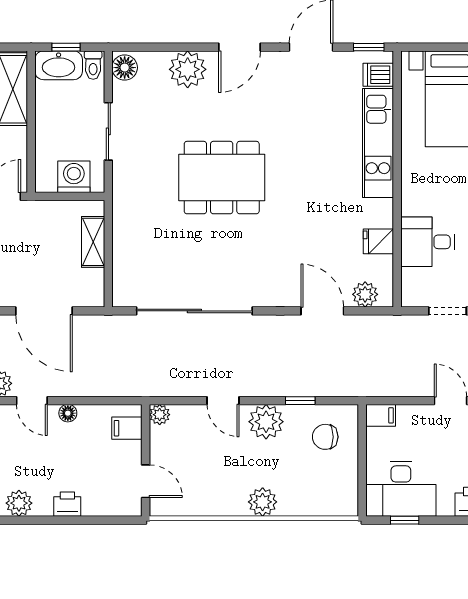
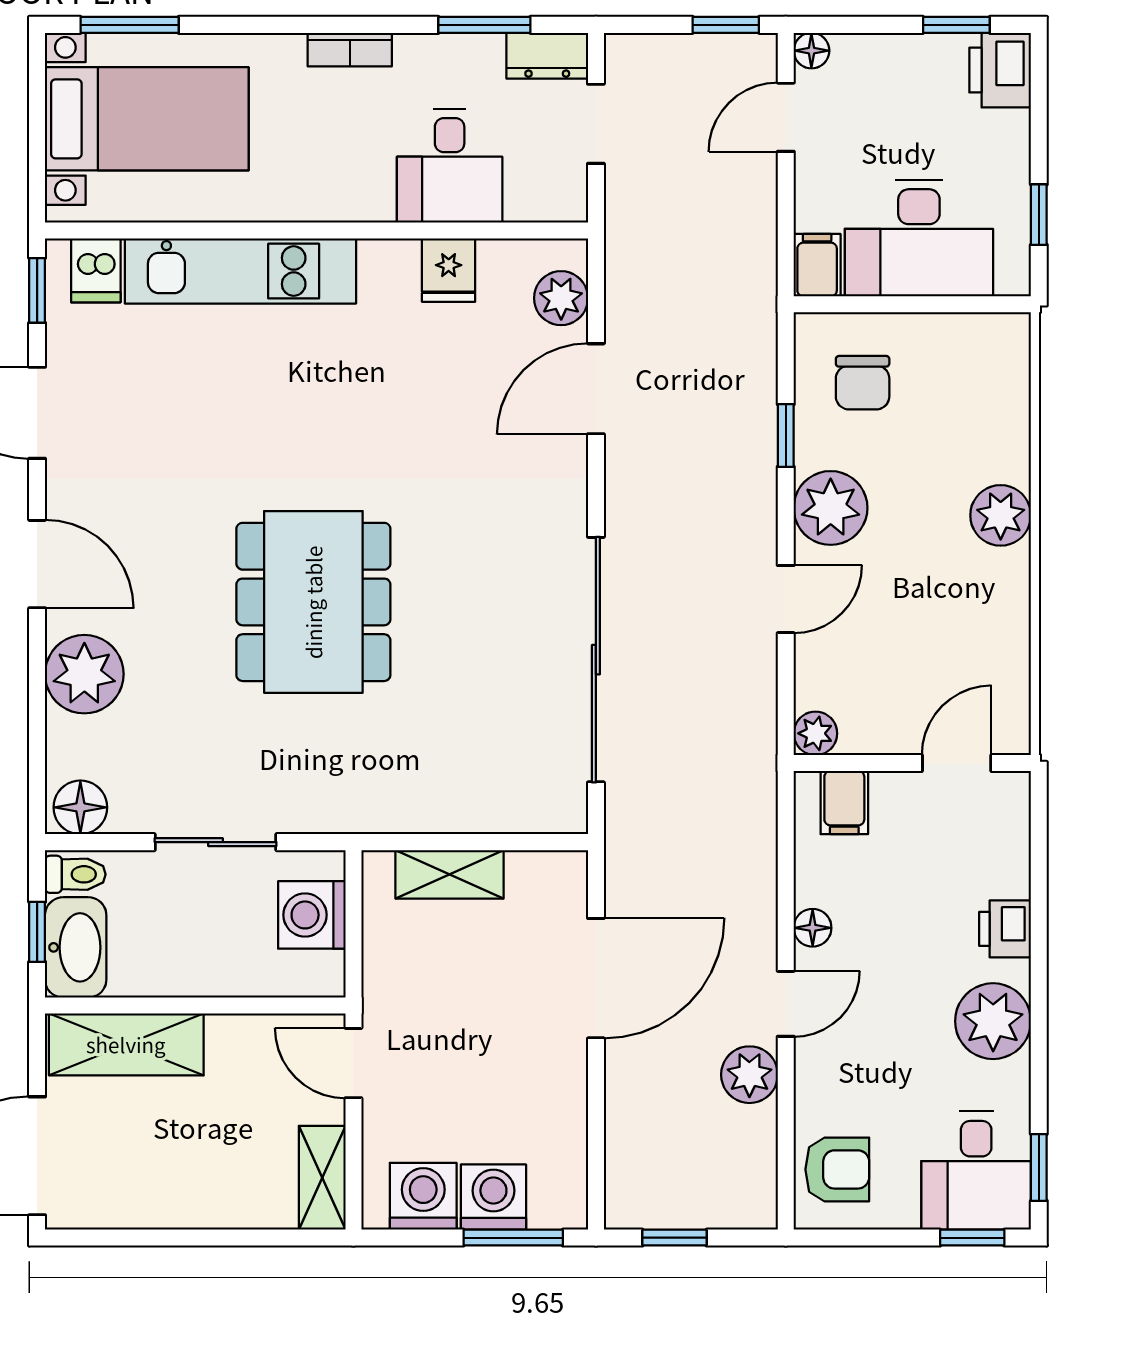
desk: (401, 489) -> (919, 238), moved, turned 90
plant: (19, 503) -> (993, 1021), width x1.36, depth x1.36

